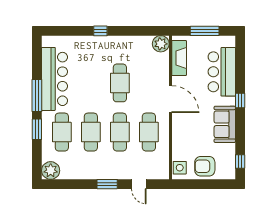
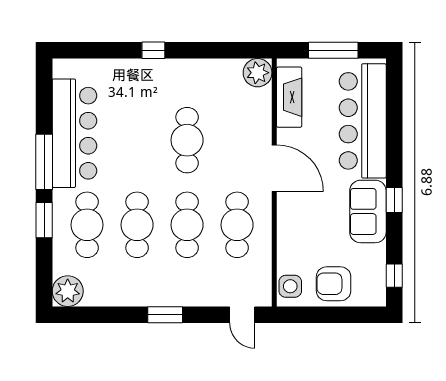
bar counter: (222, 72) -> (363, 121), width x1.36
window: (240, 100) -> (394, 200), moved
door: (139, 184) -> (242, 315), moved

